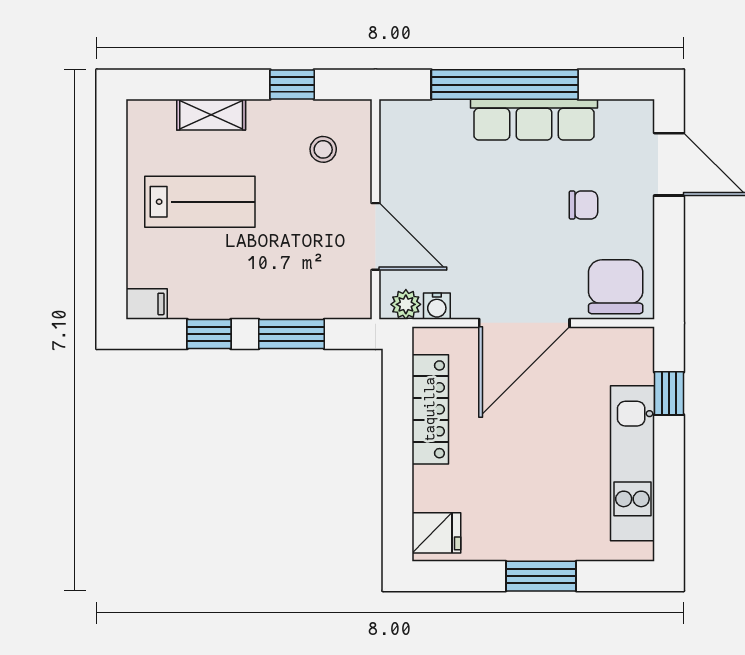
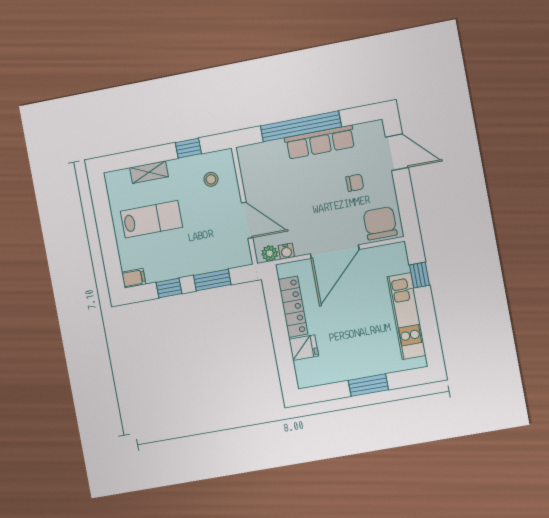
fridge: (436, 533) -> (304, 348), moved

